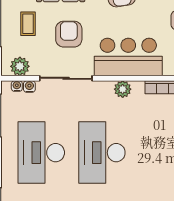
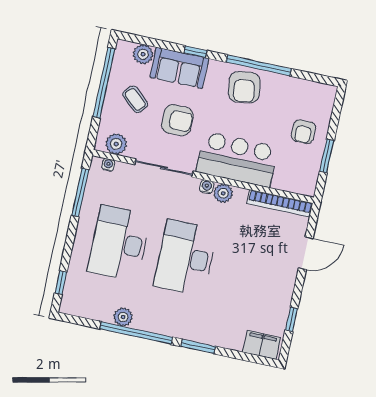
coffee table: (28, 24) -> (135, 99), turned -49
armchair: (69, 34) -> (177, 120), turned 90
water cooler: (29, 87) -> (207, 187), moved

